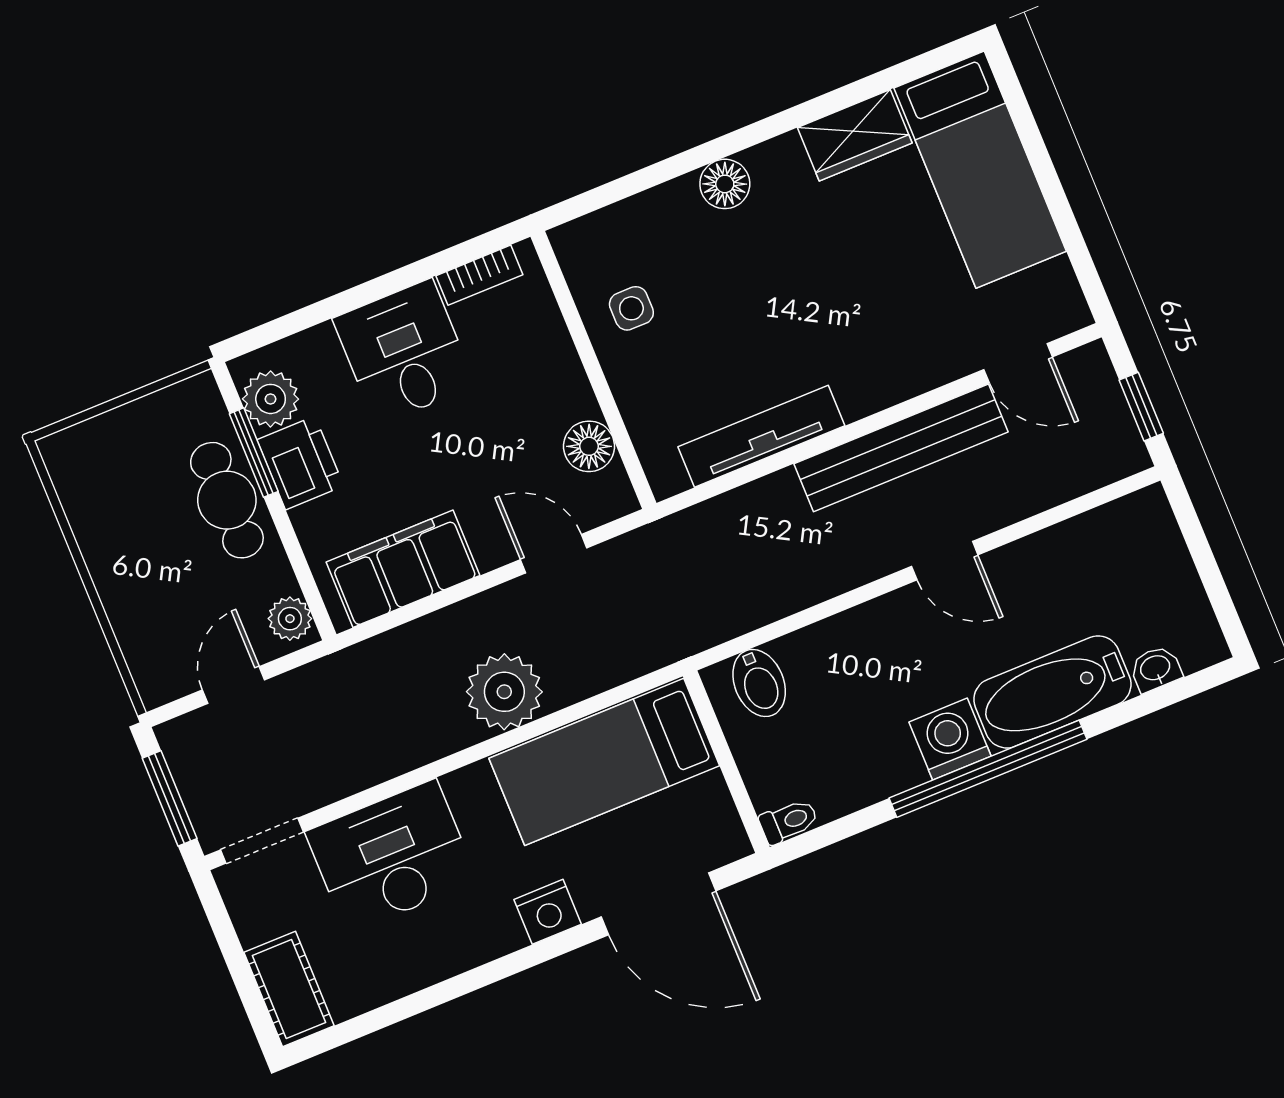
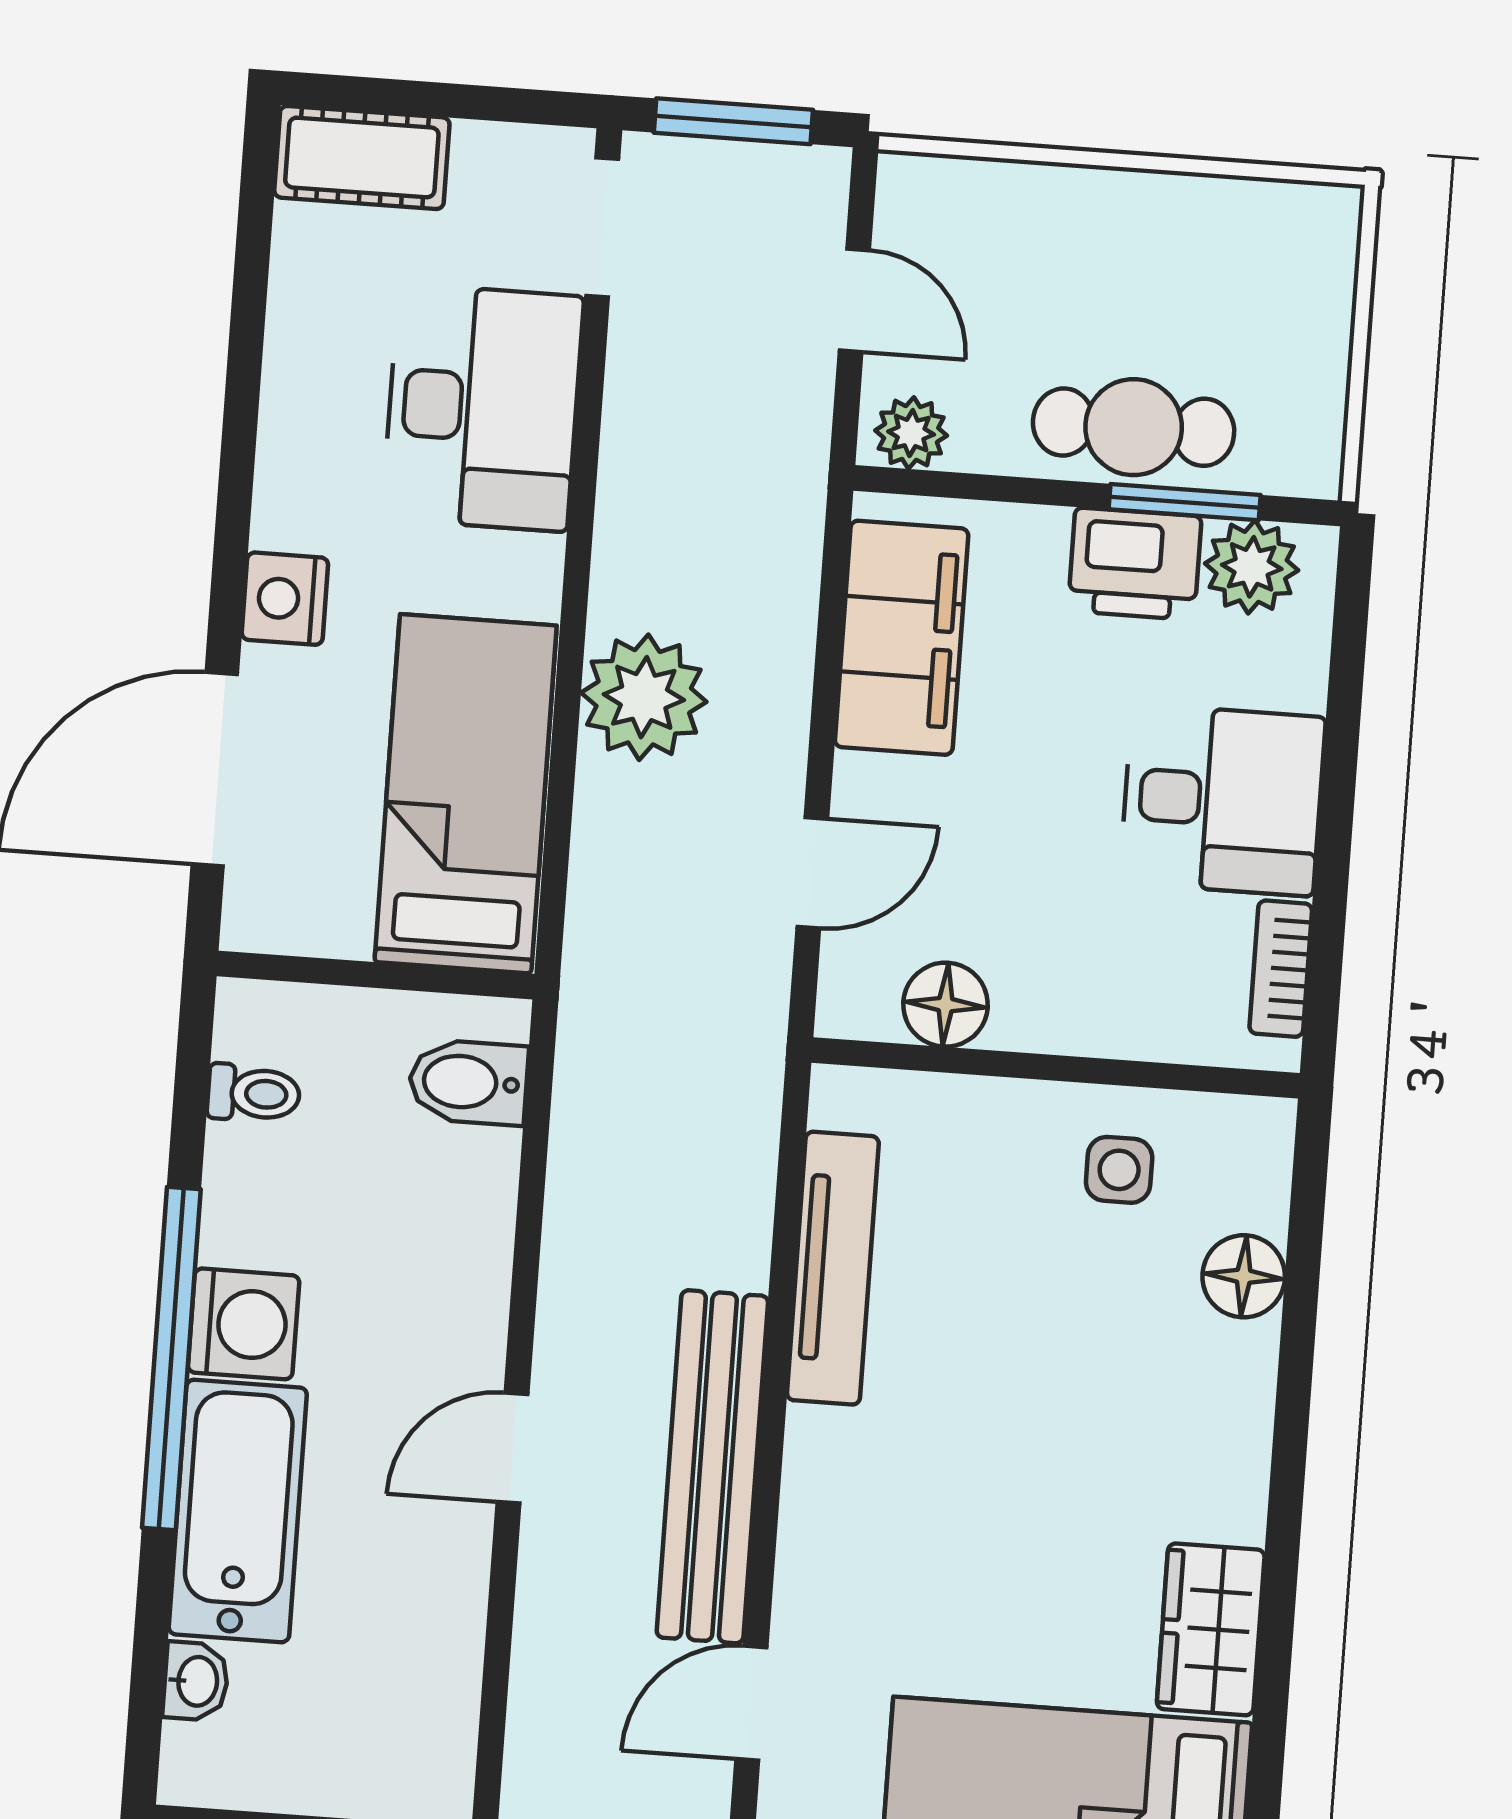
floor lamp: (725, 184) -> (1244, 1276), moved
toilet: (789, 821) -> (254, 1093), moved, turned -90

